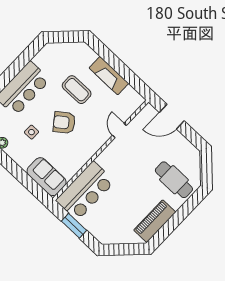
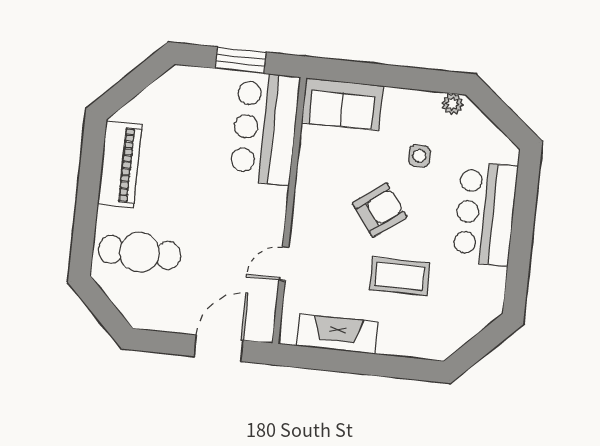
fireplace: (109, 76) -> (337, 334), moved
door: (119, 130) -> (284, 264), swing flipped

